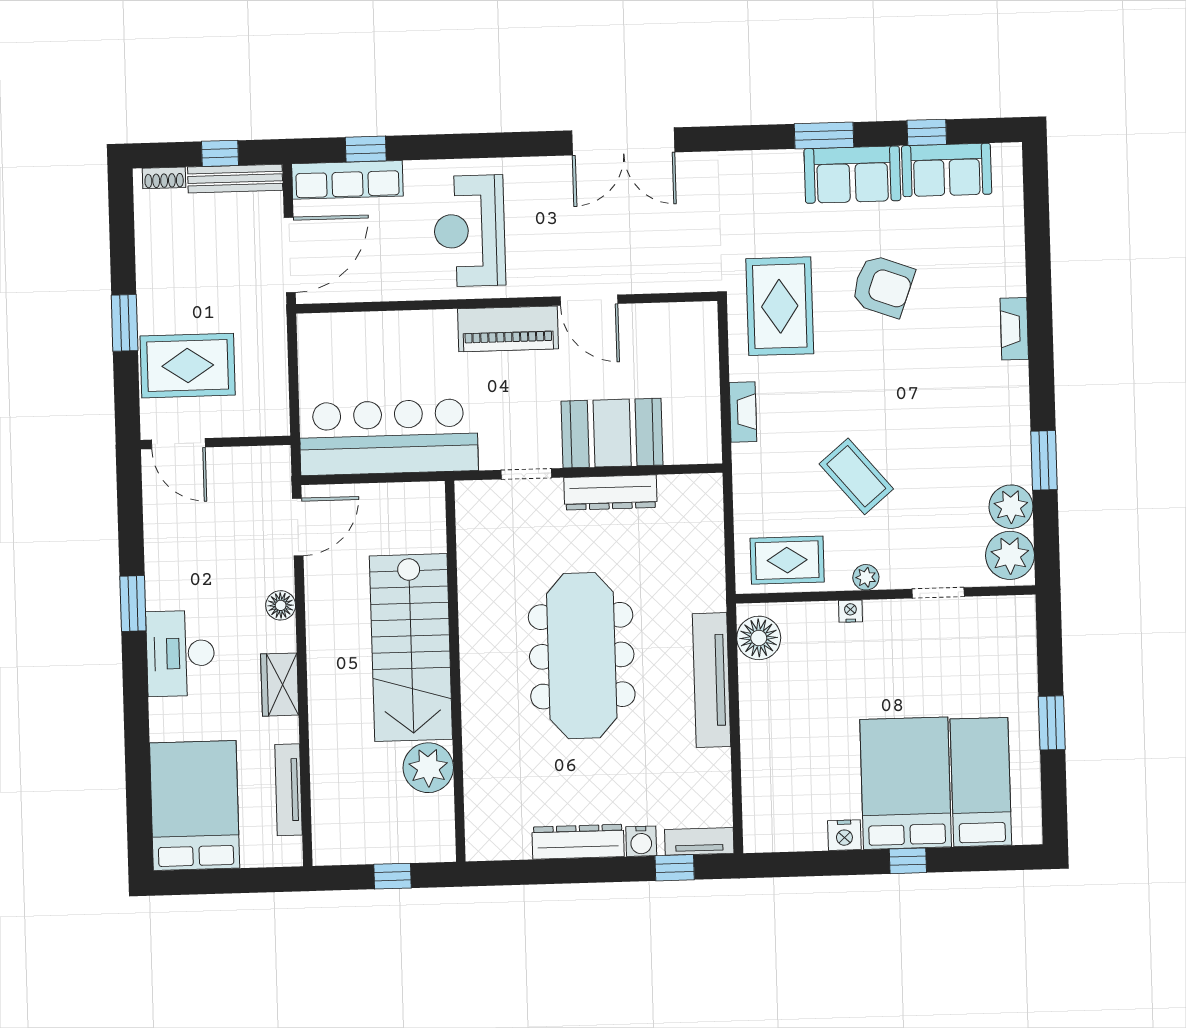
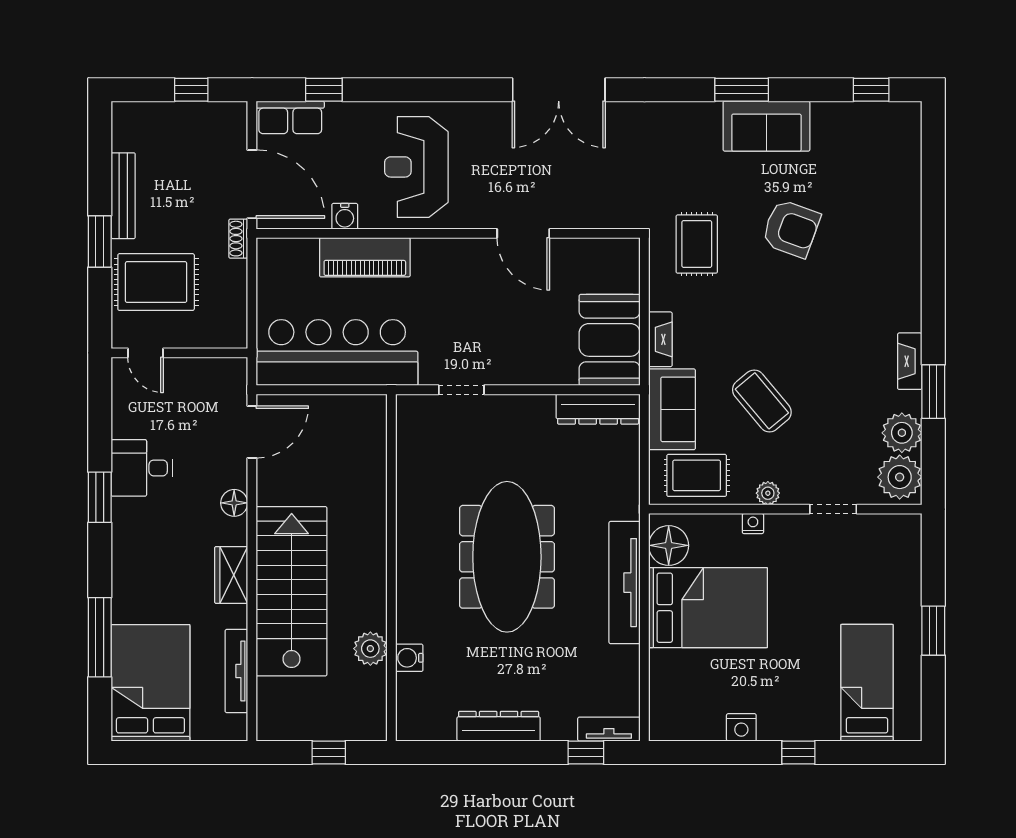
window: (927, 132) -> (871, 90), moved
sofa: (947, 170) -> (672, 409), moved, turned -90
shoe rack: (164, 178) -> (238, 239), moved, turned 90
bench: (235, 179) -> (123, 196), moved, turned 90
row of seats: (347, 180) -> (290, 117), width x0.68
door: (290, 255) -> (252, 184), hinge flipped
water cooler: (393, 287) -> (345, 216), added
rug: (780, 306) -> (697, 244), width x0.73, depth x0.70
piano: (508, 329) -> (365, 257), moved
fireplace: (1014, 329) -> (910, 361), moved
booth: (612, 433) -> (610, 340), moved, turned 90
door: (178, 444) -> (146, 353), width x0.73
dresser: (610, 492) -> (598, 409), moved
stairs: (411, 648) -> (292, 591), moved, turned 180
desk: (180, 653) -> (142, 468), moved, width x0.73
window: (137, 757) -> (100, 637), added
plant: (428, 768) -> (370, 649), width x0.73, depth x0.73
bed: (906, 783) -> (708, 608), moved, turned 90
water cooler: (641, 841) -> (409, 658), moved, turned 90

